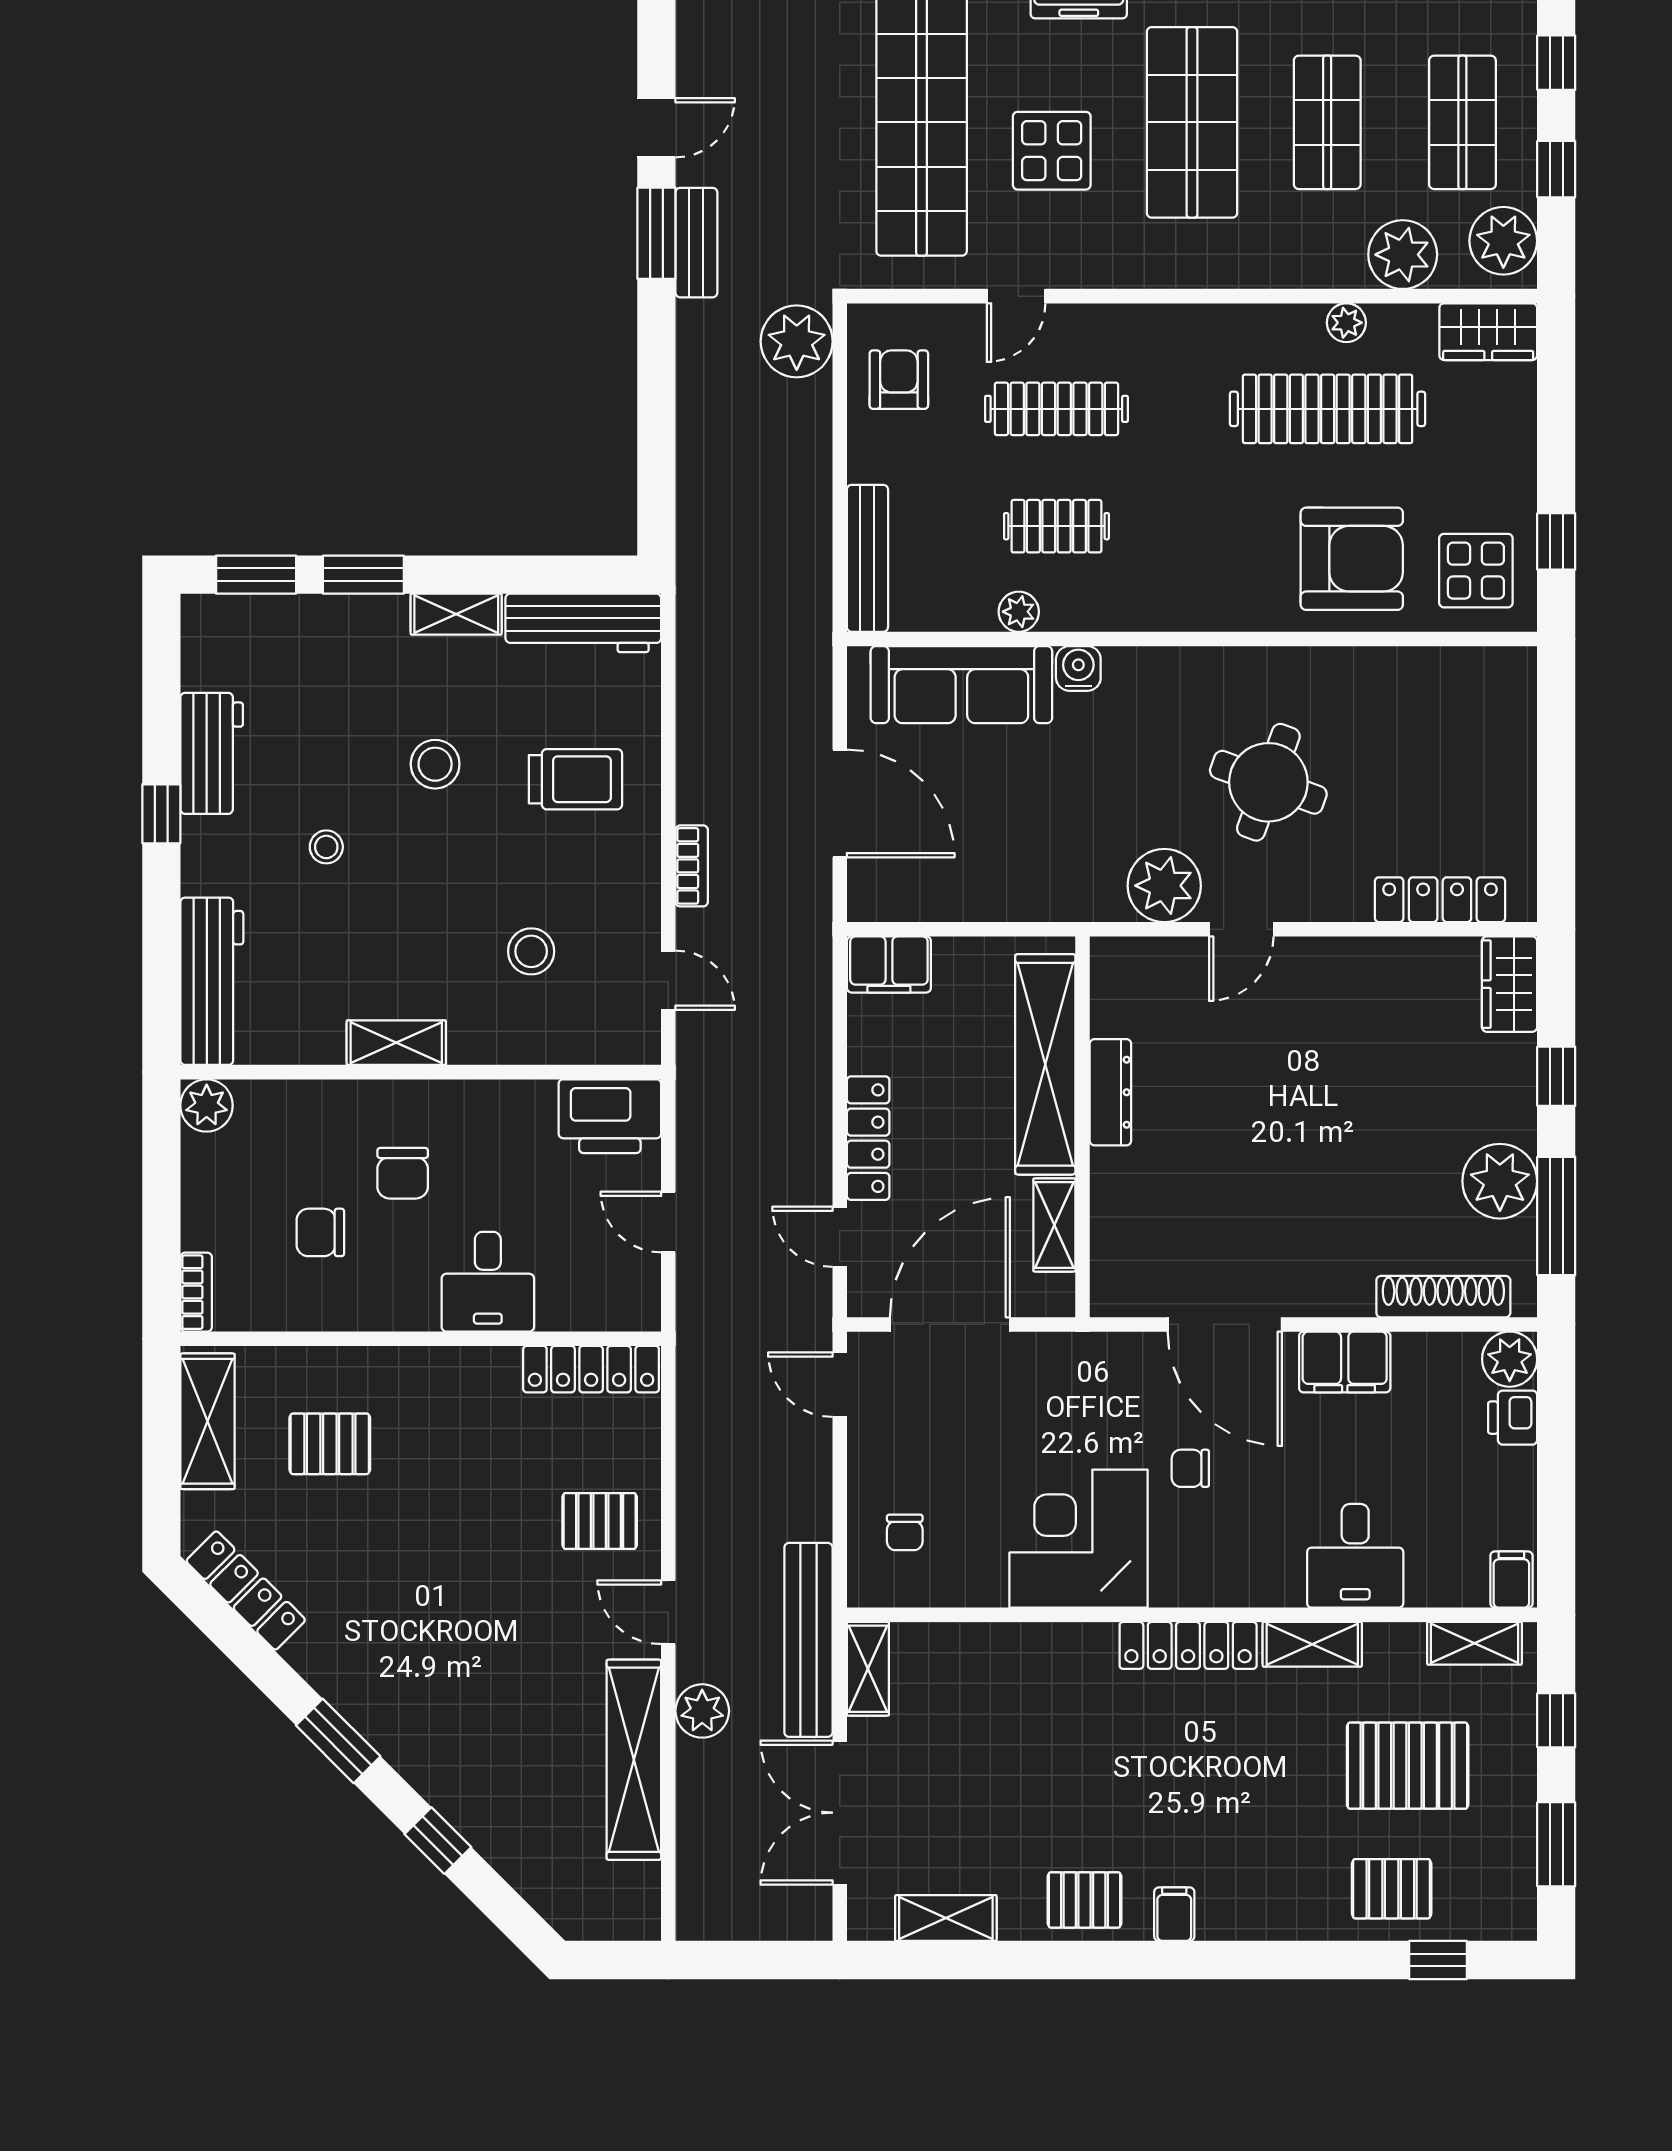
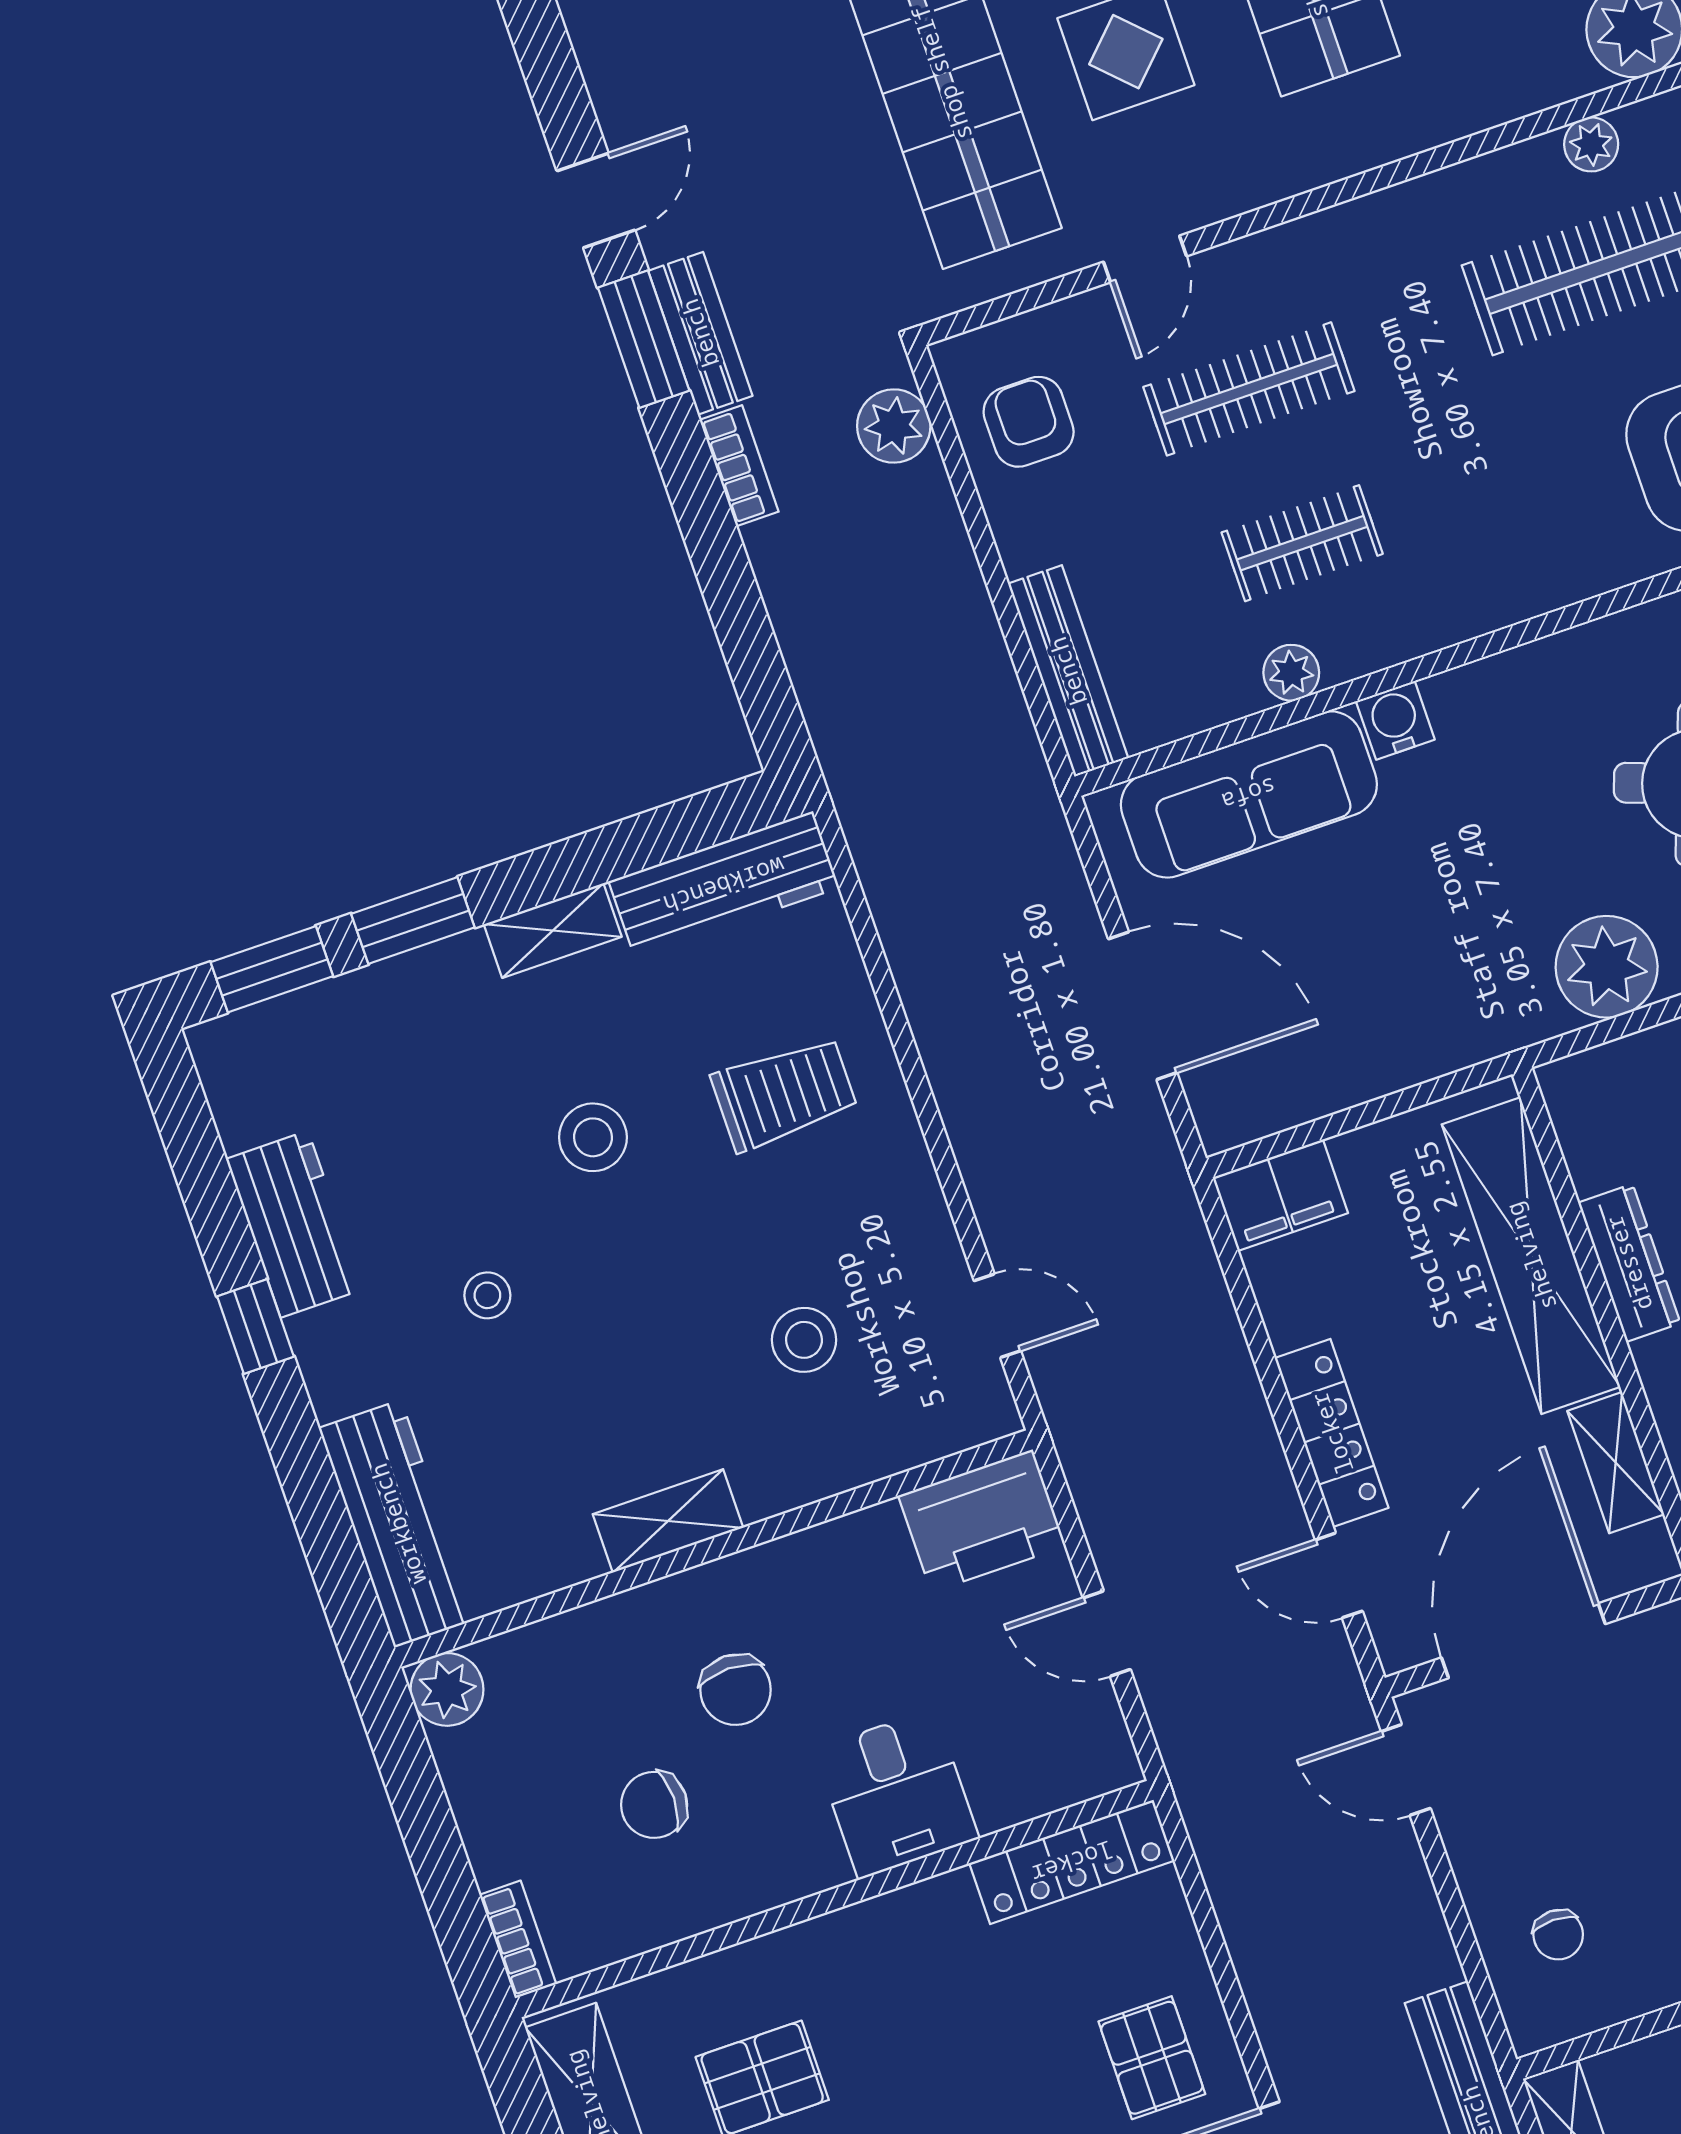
plant: (797, 341) -> (894, 426), width x0.73, depth x0.73
bookcase: (692, 866) -> (739, 466), moved
pallet: (600, 1521) -> (1152, 2058), turned 90

